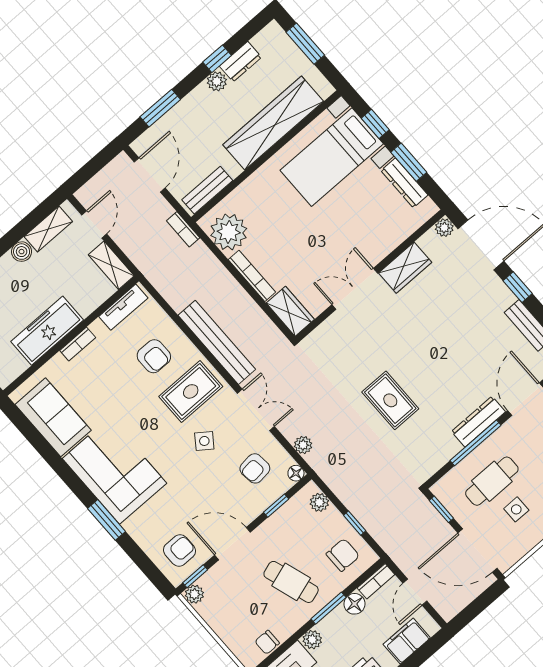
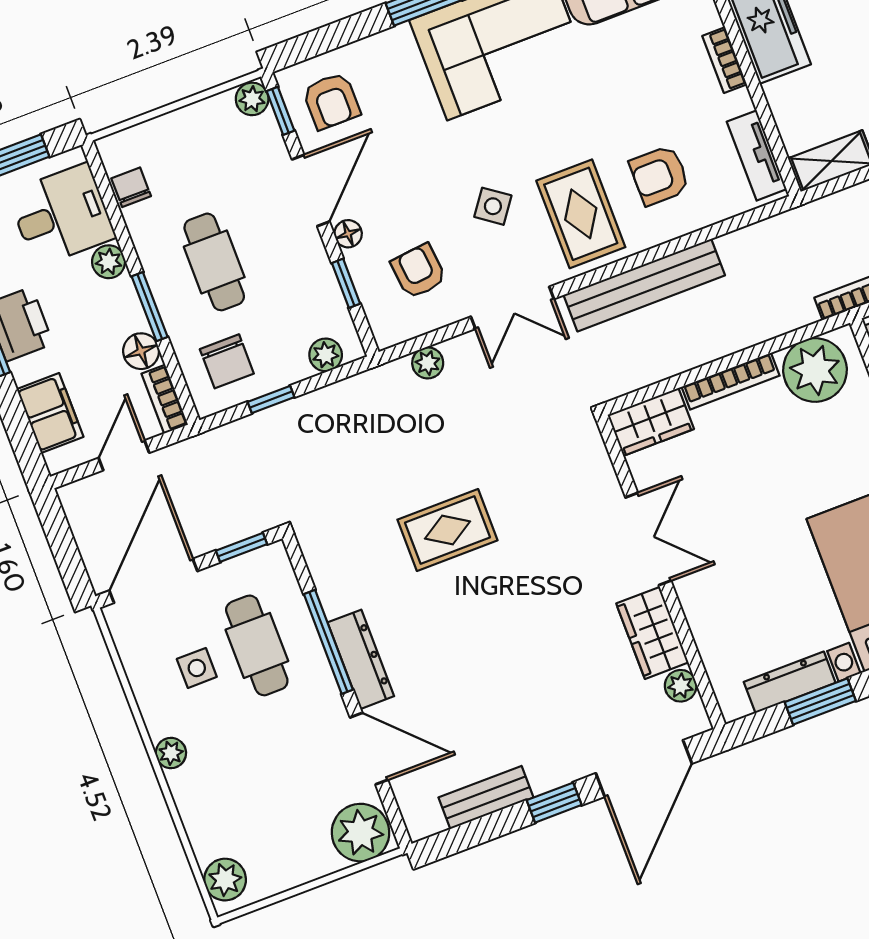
plant: (444, 228) -> (681, 686), moved
floor lamp: (296, 473) -> (348, 234), moved
cafe table: (291, 582) -> (214, 262), turned -72
door: (415, 592) -> (124, 455), hinge flipped

